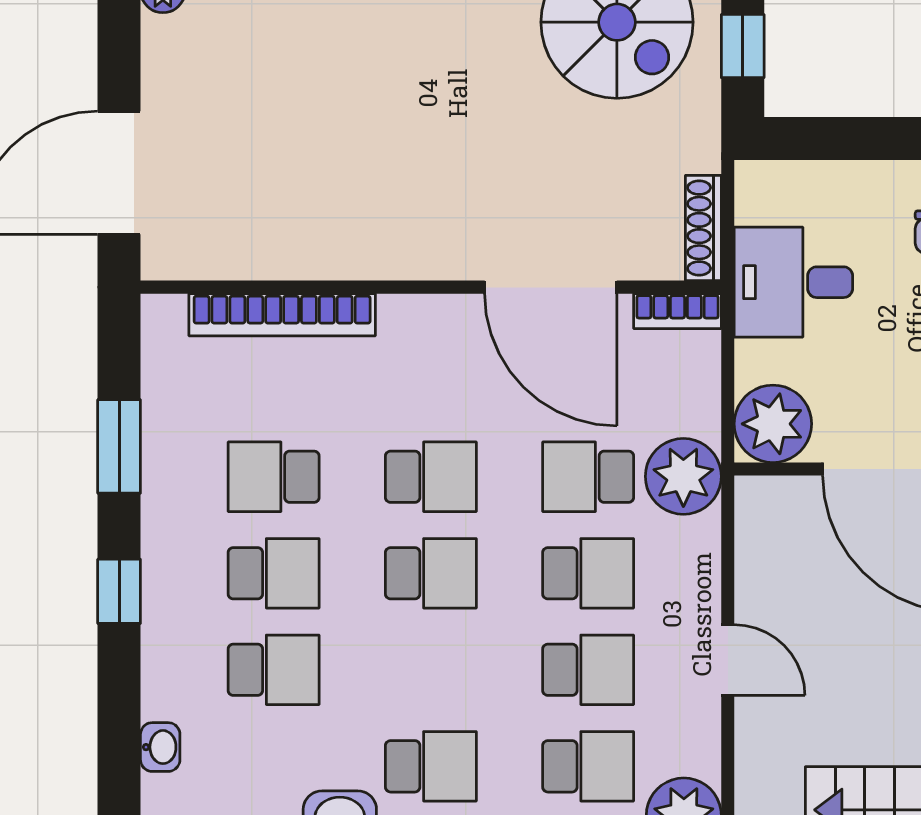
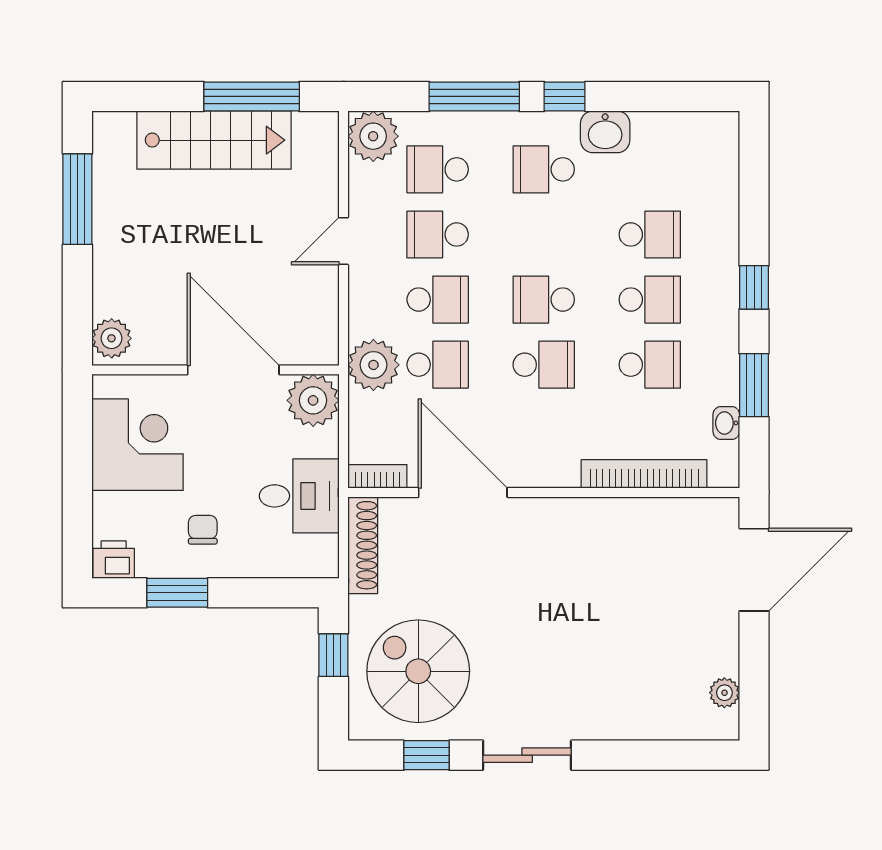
shoe rack: (703, 228) -> (363, 545), width x1.36, depth x1.24
school desk: (431, 477) -> (544, 365), turned 180
school desk: (274, 573) -> (650, 300), turned 180
school desk: (588, 573) -> (438, 300), turned 180
door: (728, 660) -> (344, 241), hinge flipped
school desk: (274, 670) -> (650, 234), turned 180
washbasin: (160, 747) -> (726, 423), moved

